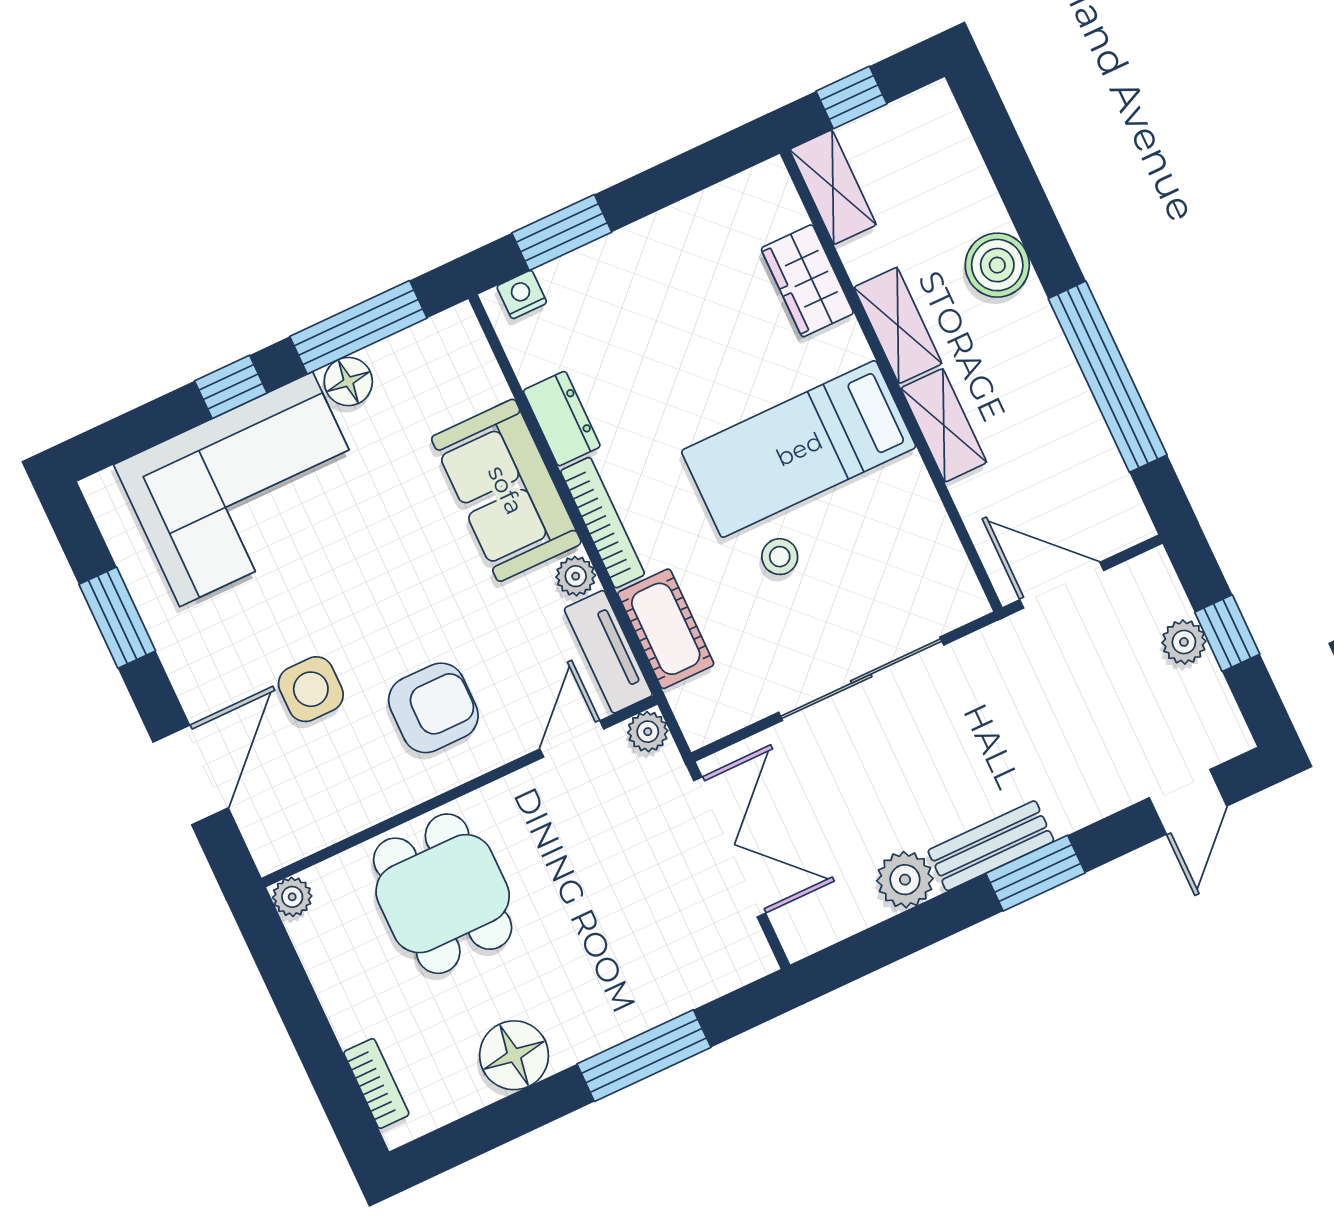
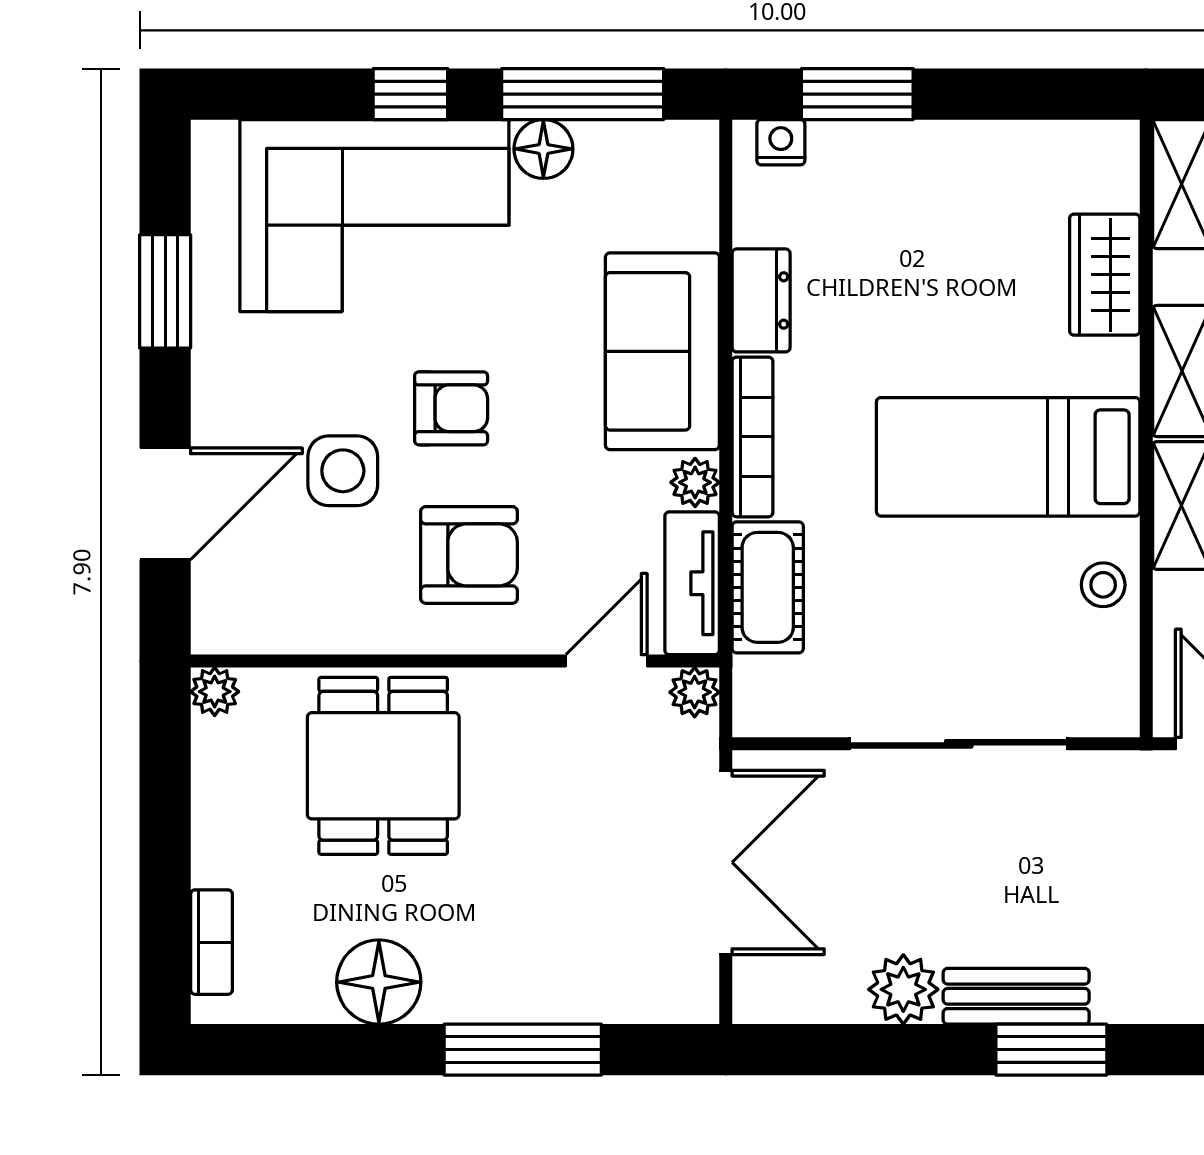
stool: (780, 557) -> (1103, 585), moved
armchair: (369, 605) -> (451, 408), added

